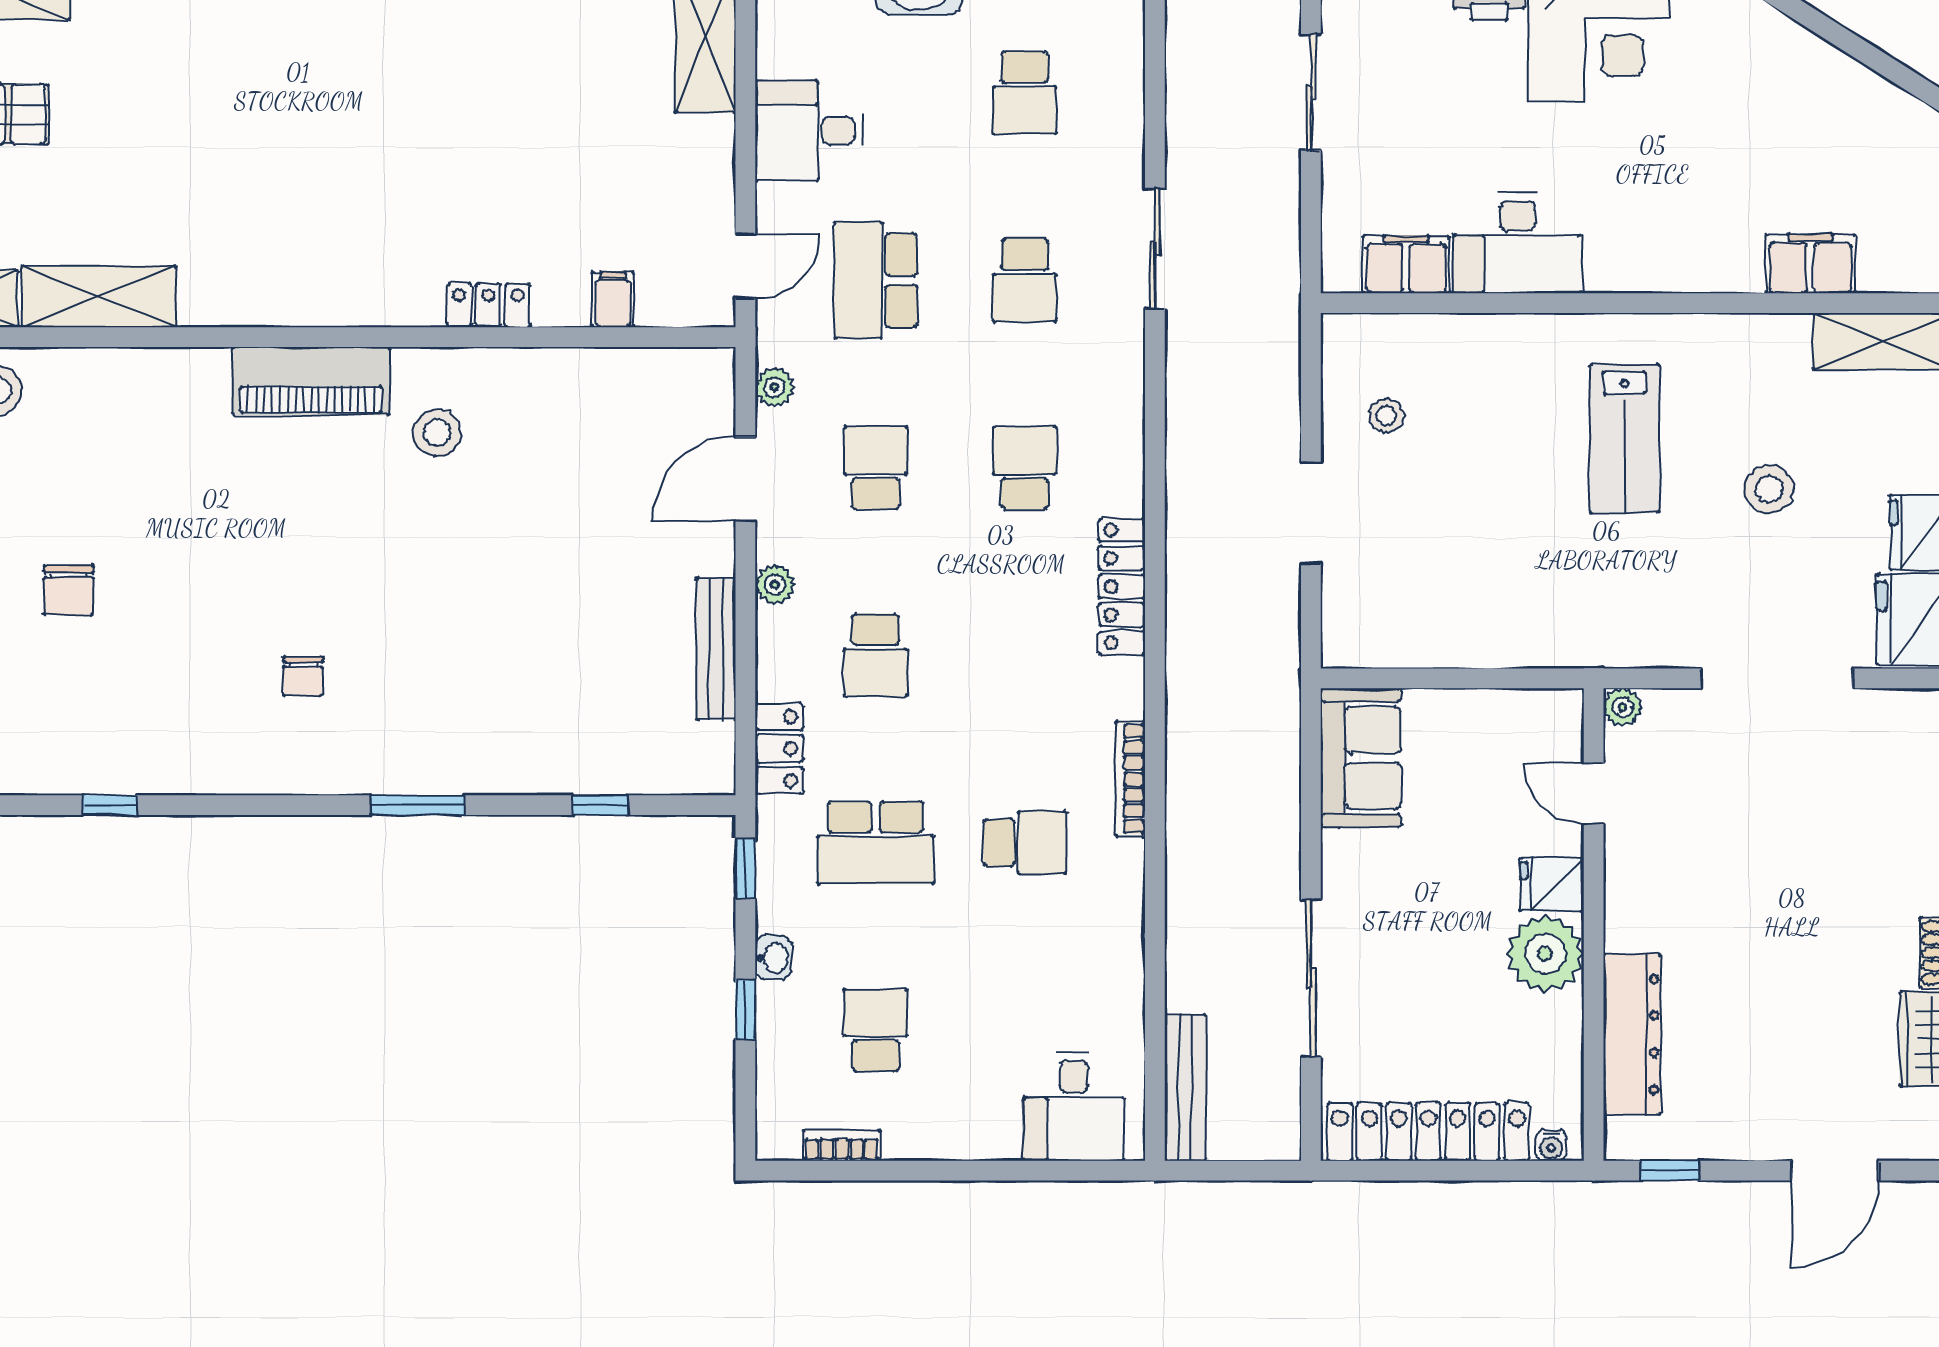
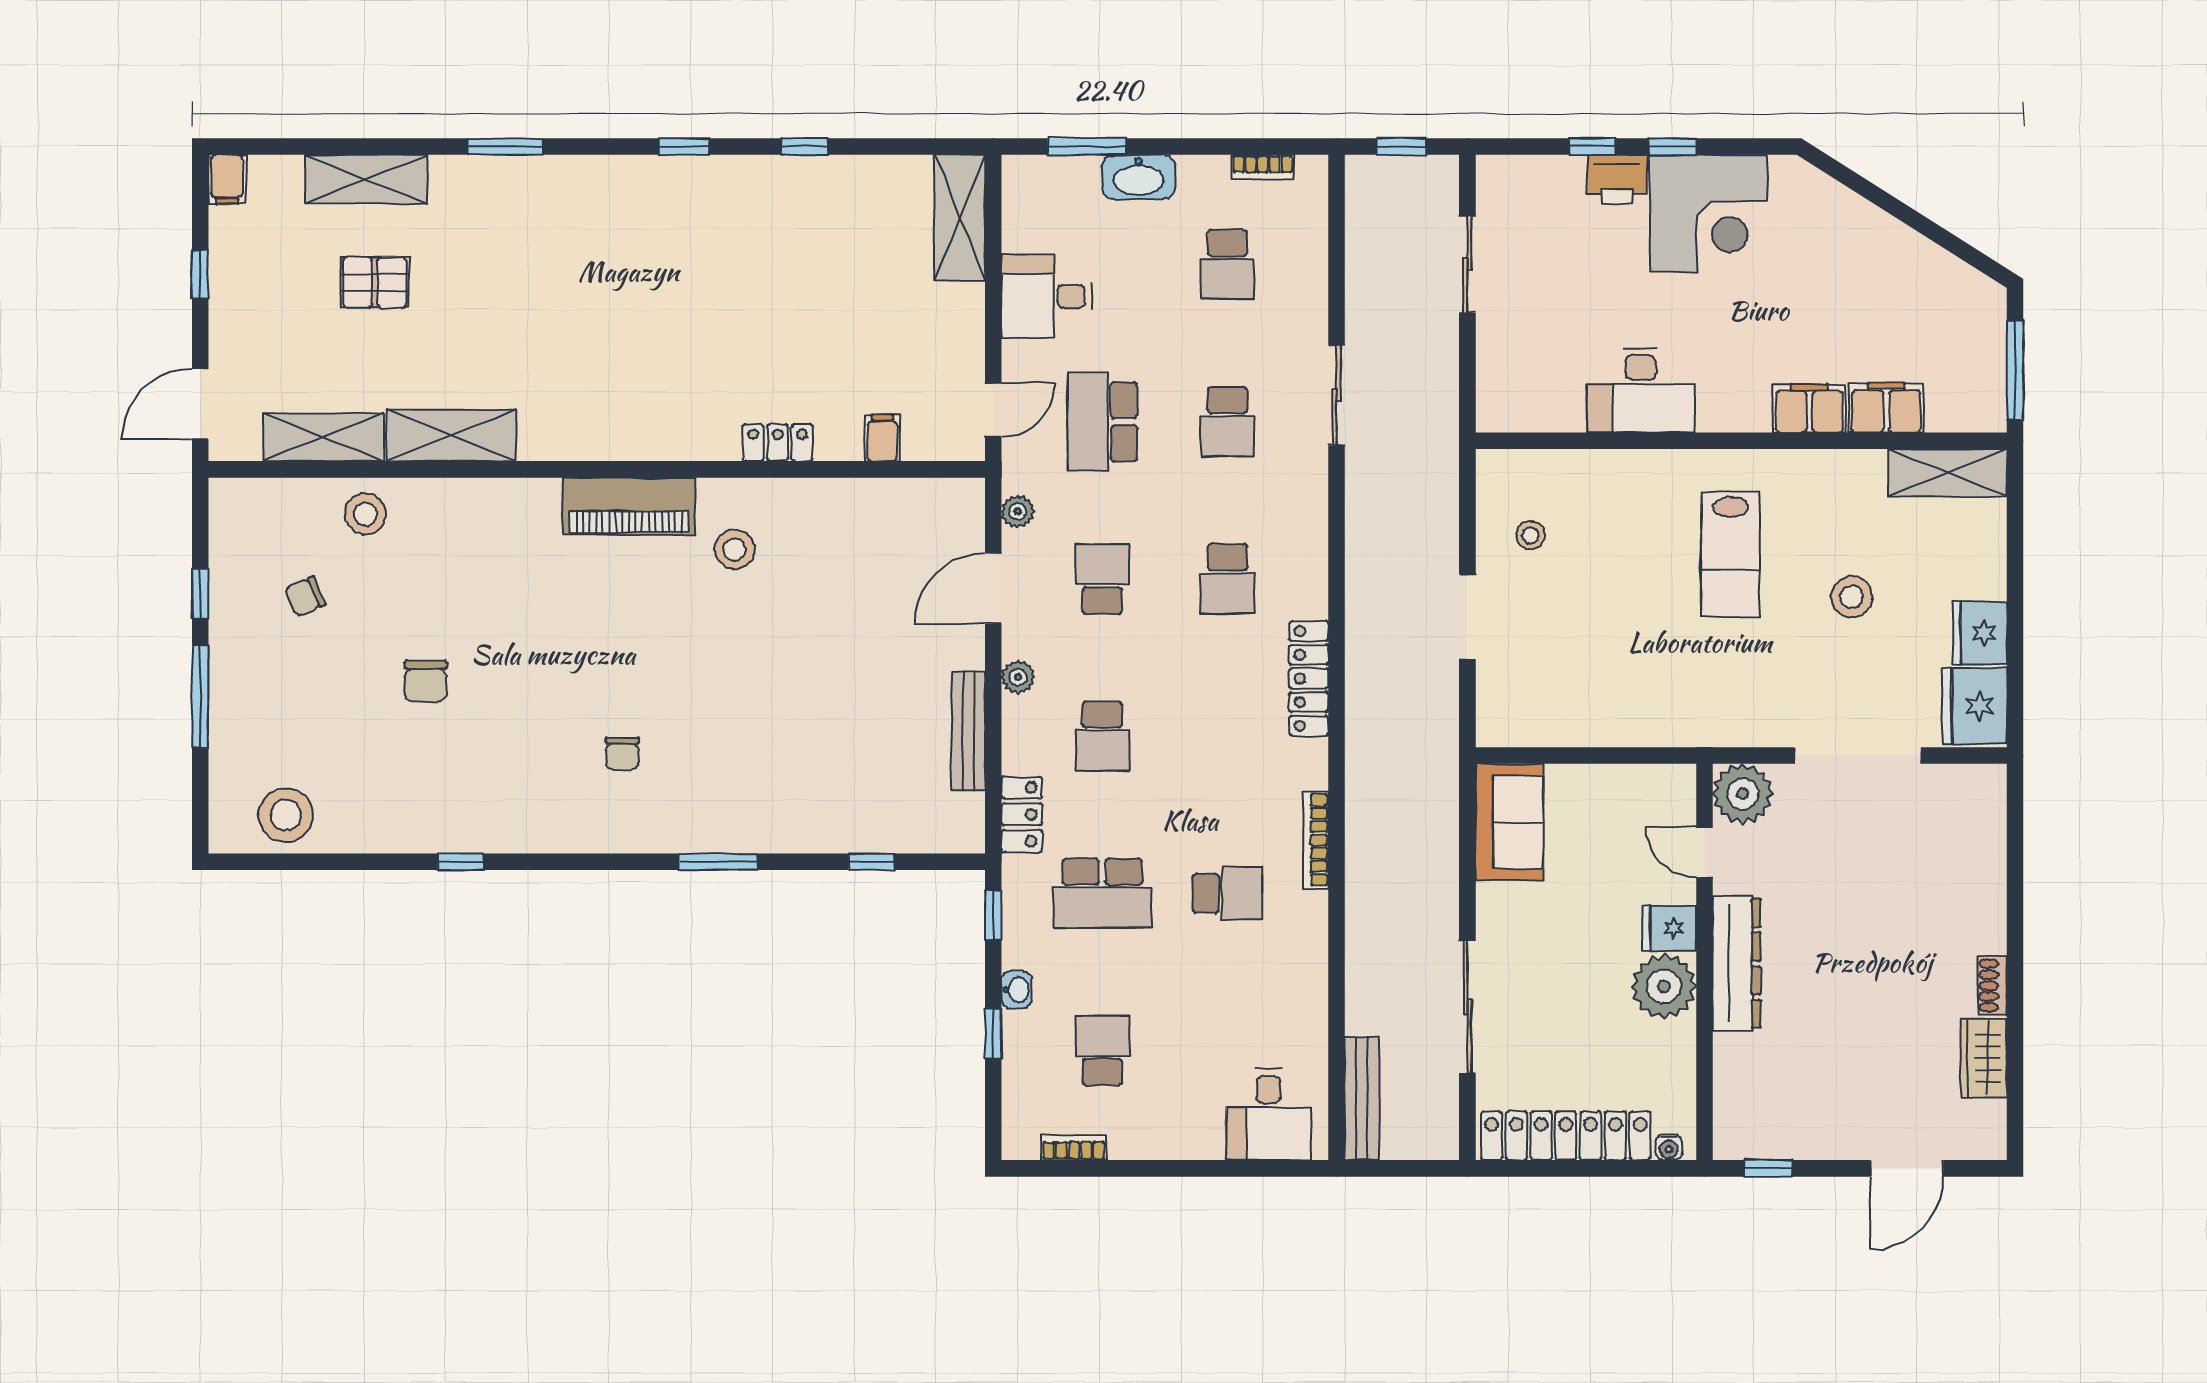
filing cabinet: (1406, 264) -> (1809, 408), moved
school desk: (1025, 468) -> (1227, 579), turned 180
plant: (1622, 707) -> (1743, 794), width x1.88, depth x1.88
dresser: (1632, 1034) -> (1737, 964), moved

